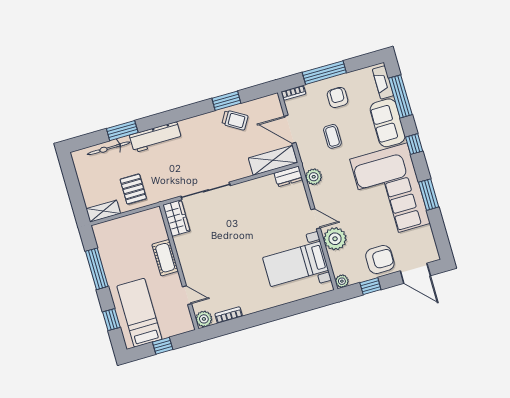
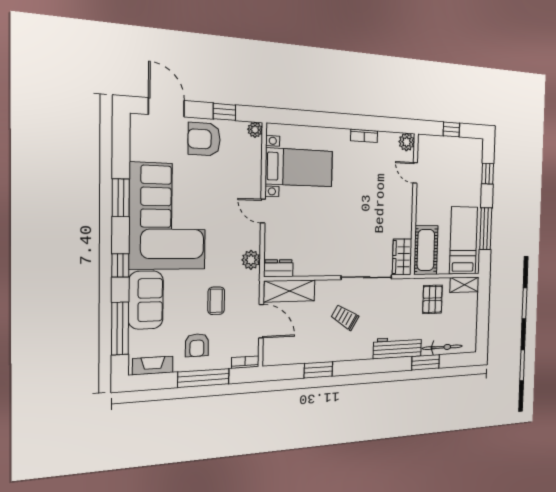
fireplace: (383, 82) -> (153, 365), moved, turned -90
trolley: (235, 120) -> (345, 317), moved
plant: (335, 239) -> (248, 181), removed
cot: (165, 258) -> (426, 250), moved, width x1.37, depth x1.34
bed: (139, 313) -> (463, 240), moved, turned 180
bookcase: (229, 315) -> (364, 136), moved

